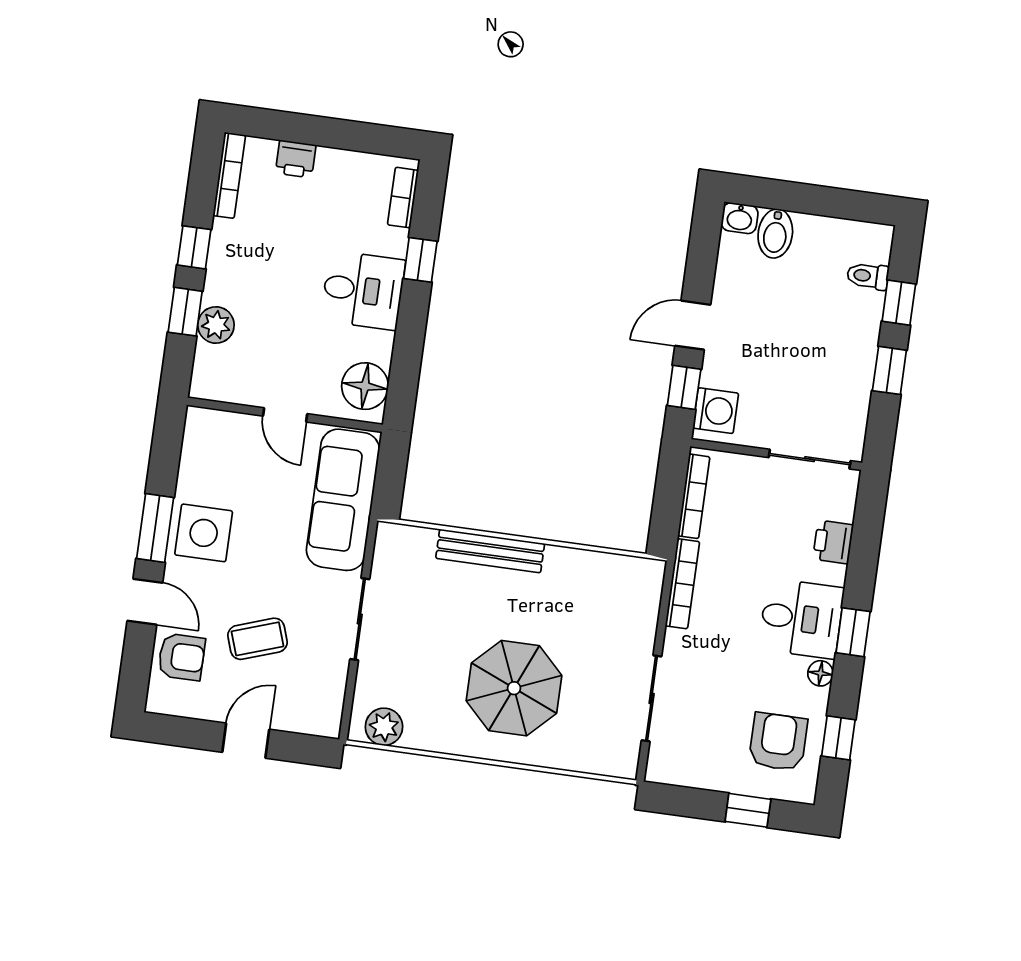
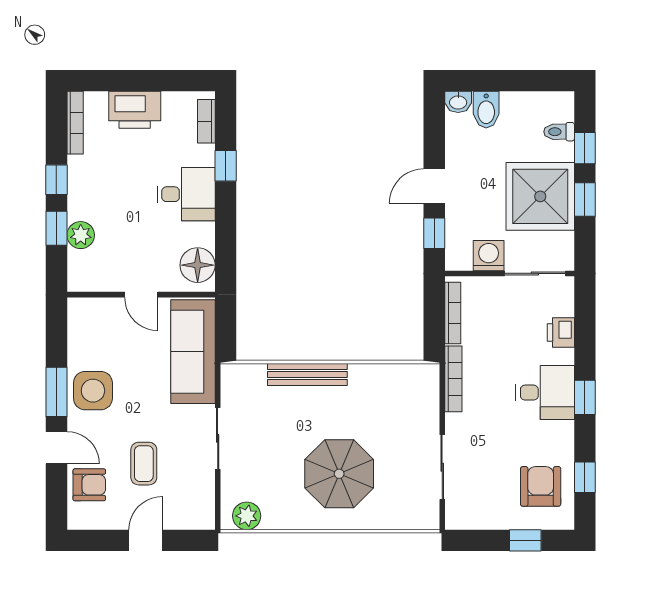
printer: (296, 159) -> (135, 110), width x1.87, depth x1.48
shower: (831, 358) -> (540, 196), added
washing machine: (716, 411) -> (489, 256), moved, turned -90
coffee table: (258, 639) -> (144, 464), turned -71
floor lamp: (820, 673) -> (565, 431), removed

